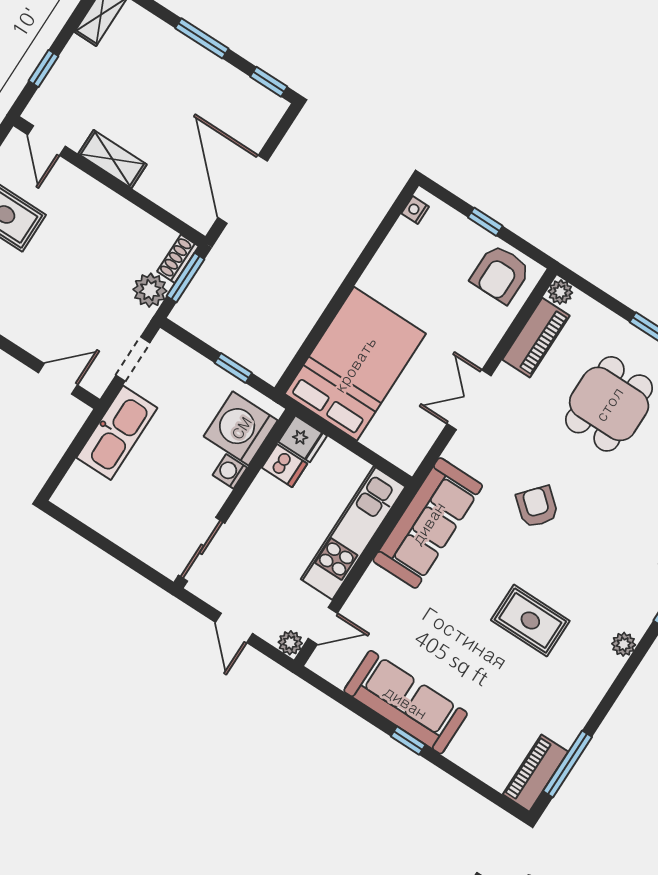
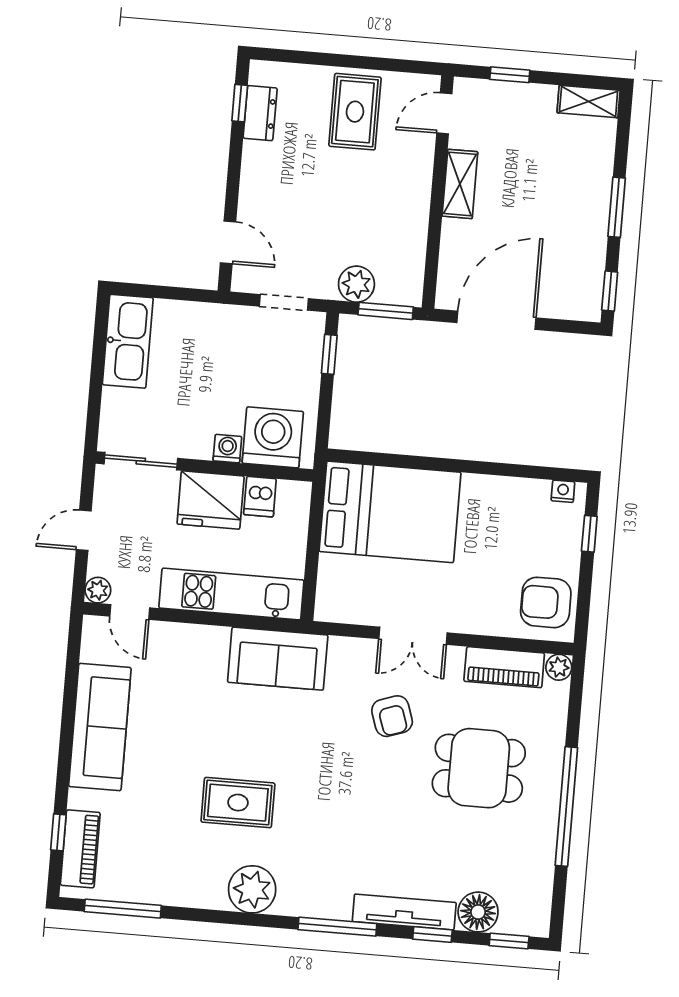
window: (485, 222) -> (589, 534), moved
shoe rack: (178, 259) -> (400, 294), removed
window: (233, 368) -> (329, 354), moved
double door: (469, 400) -> (413, 636), swing flipped
kitchen sink: (117, 433) -> (128, 341), moved, turned -90
fridge: (303, 439) -> (211, 500), moved, width x1.88, depth x1.34
armchair: (537, 507) -> (392, 716), moved, turned 120
sofa: (428, 523) -> (278, 659), width x0.73
rug: (530, 620) -> (238, 803), turned 90
plant: (624, 644) -> (252, 889), width x1.88, depth x1.88
window: (408, 741) -> (58, 832), moved
piano: (535, 773) -> (80, 849), moved, turned 90

